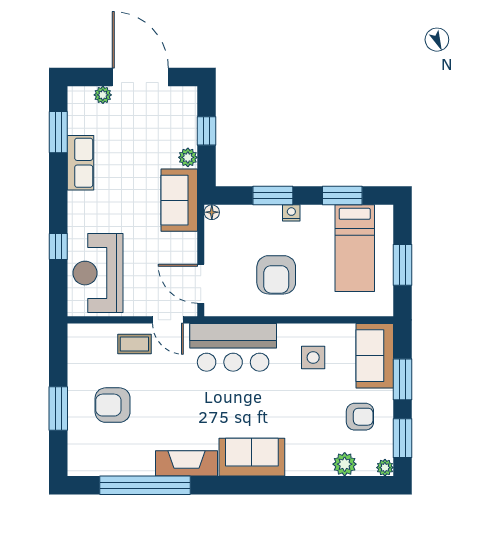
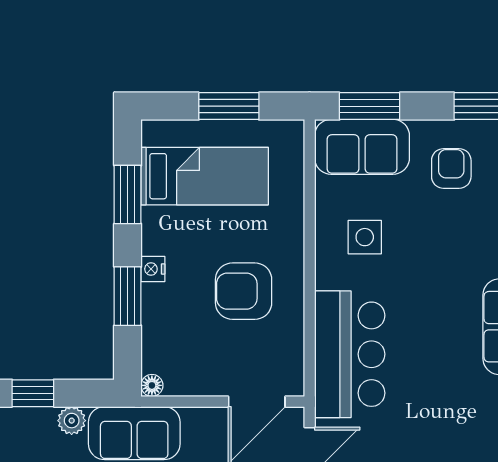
armchair: (276, 275) -> (244, 291), turned 180
window: (403, 379) -> (370, 106), moved

